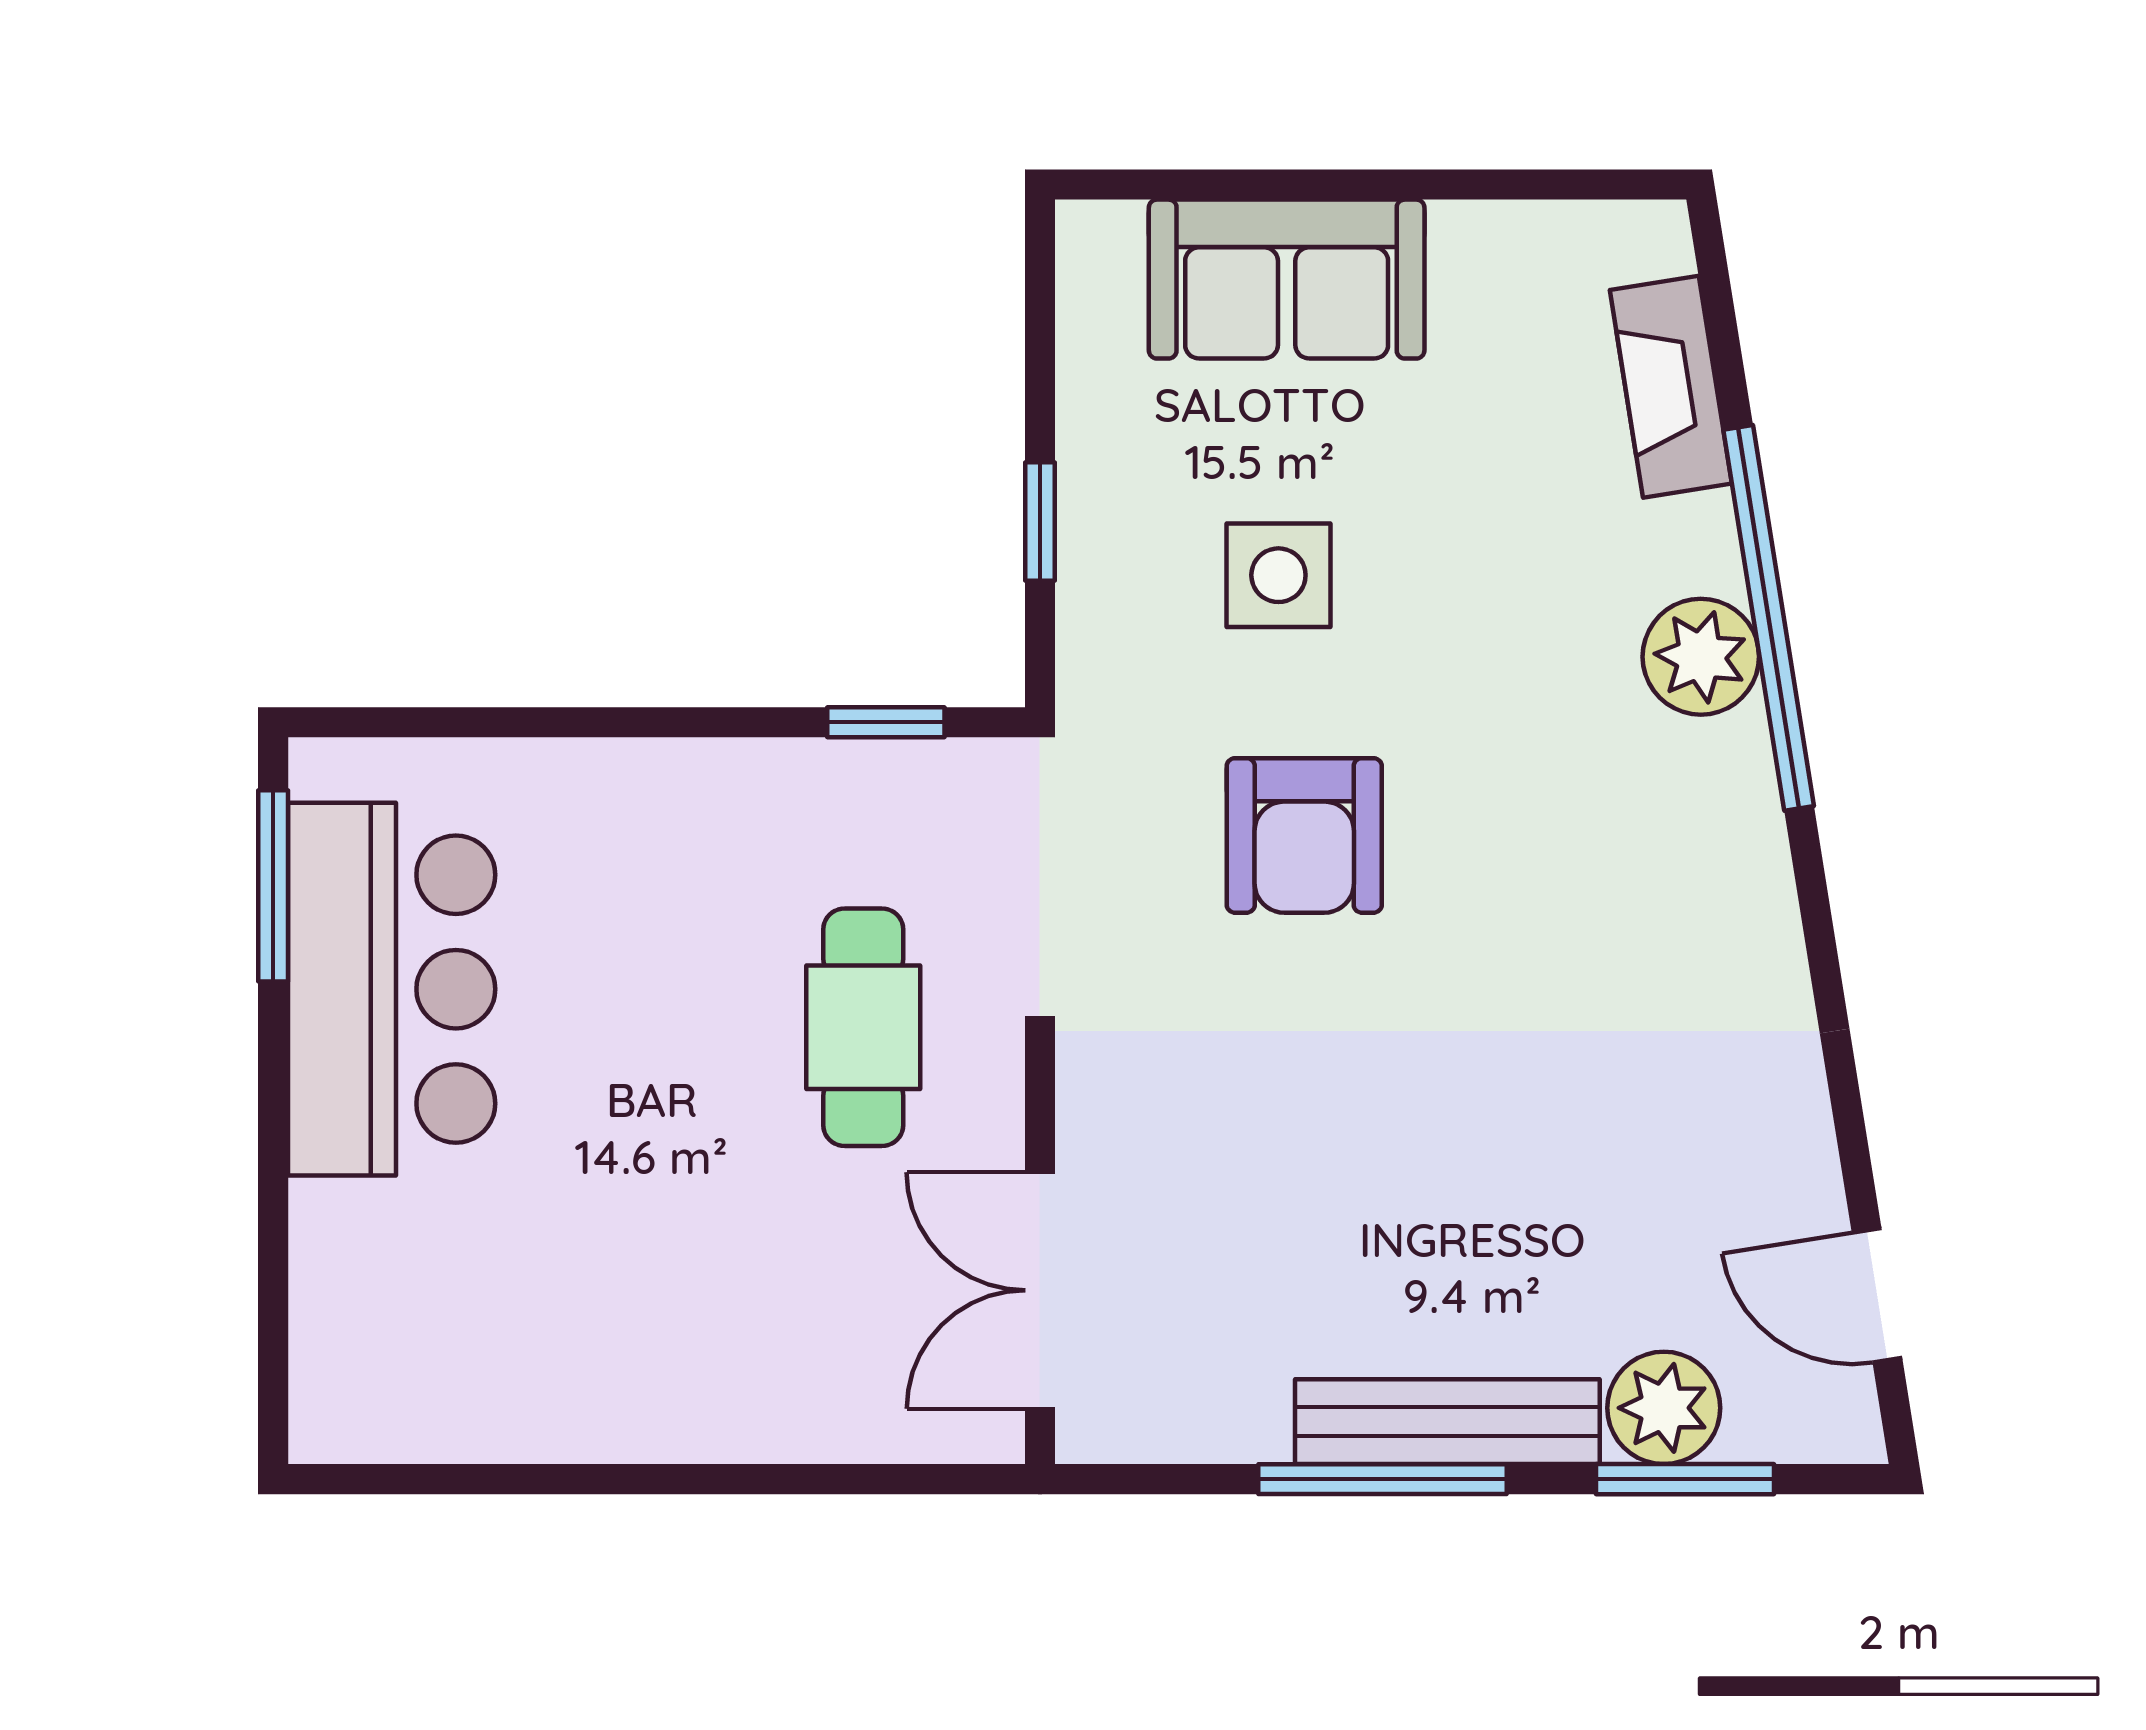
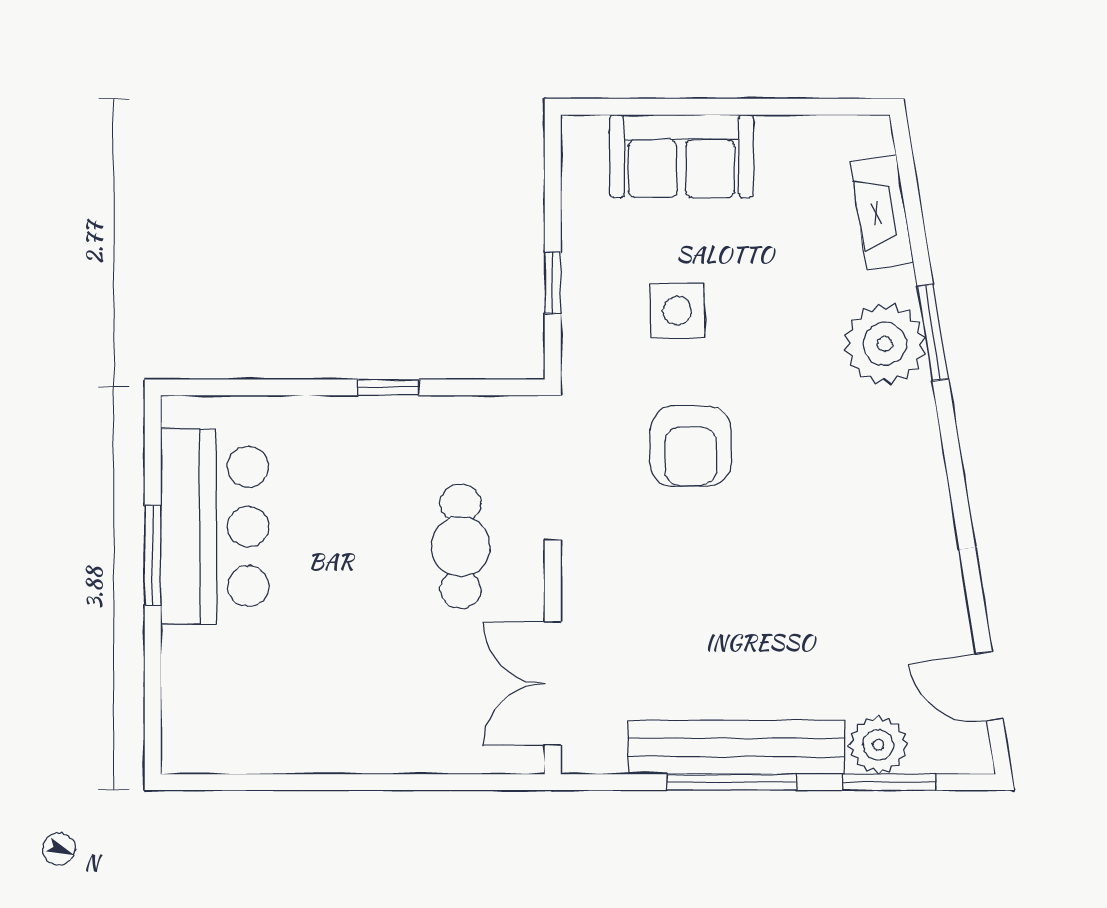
window: (1769, 618) -> (933, 333), width x0.47
plant: (1701, 657) -> (885, 344), width x1.36, depth x1.36
window: (886, 722) -> (388, 387), moved
window: (273, 886) -> (153, 555), moved
bench: (1447, 1422) -> (736, 747), width x1.37, depth x1.21

